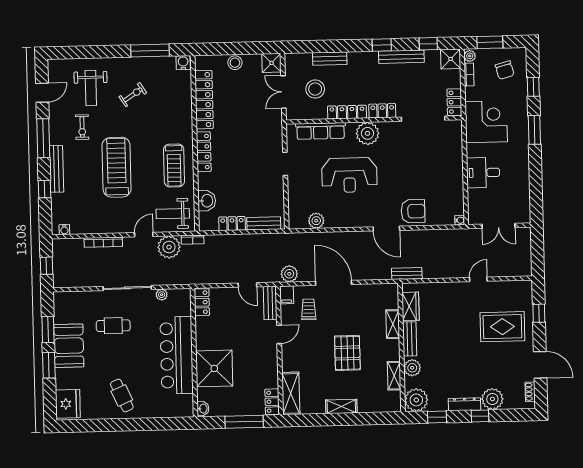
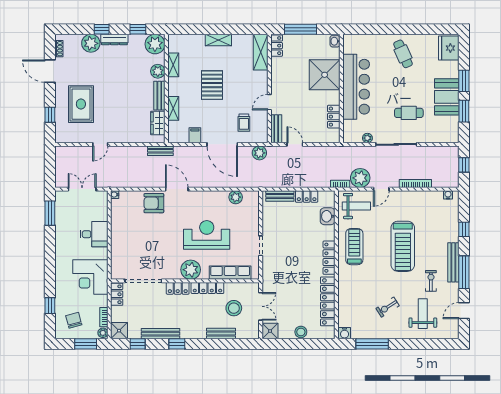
window: (534, 130) -> (50, 213), moved
bench: (56, 169) -> (453, 262), moved
filing cabinet: (287, 295) -> (195, 135), moved
locker: (202, 302) -> (334, 117), moved
rug: (502, 327) -> (81, 104), turned 90

